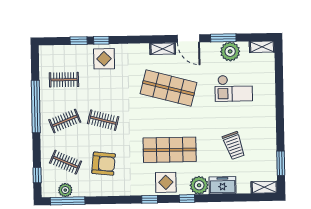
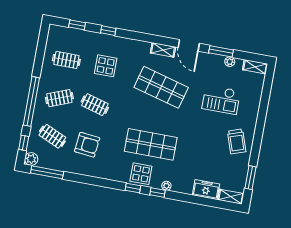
window: (79, 41) -> (77, 25), moved
plant: (230, 51) -> (230, 62), width x0.53, depth x0.53
display table: (104, 59) -> (106, 66), moved
window: (36, 107) -> (31, 101), moved
trolley: (234, 146) -> (237, 141), moved
plant: (199, 185) -> (166, 186), width x0.53, depth x0.53
freezer: (223, 185) -> (206, 189), moved
plant: (65, 190) -> (31, 159), moved
window: (150, 199) -> (133, 188), moved

